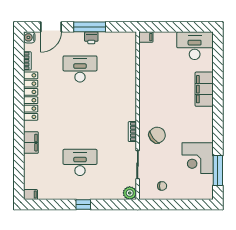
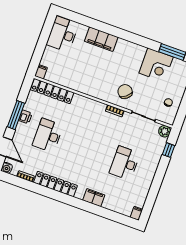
locker: (129, 57) -> (52, 91), added
window: (83, 204) -> (168, 150), moved

